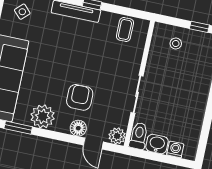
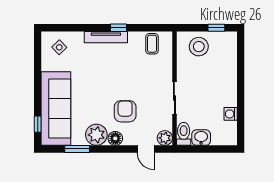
stool: (176, 44) -> (199, 47), width x1.89, depth x1.89
floor lamp: (78, 128) -> (115, 138), moved
washing machine: (175, 149) -> (231, 114), moved, turned -90

